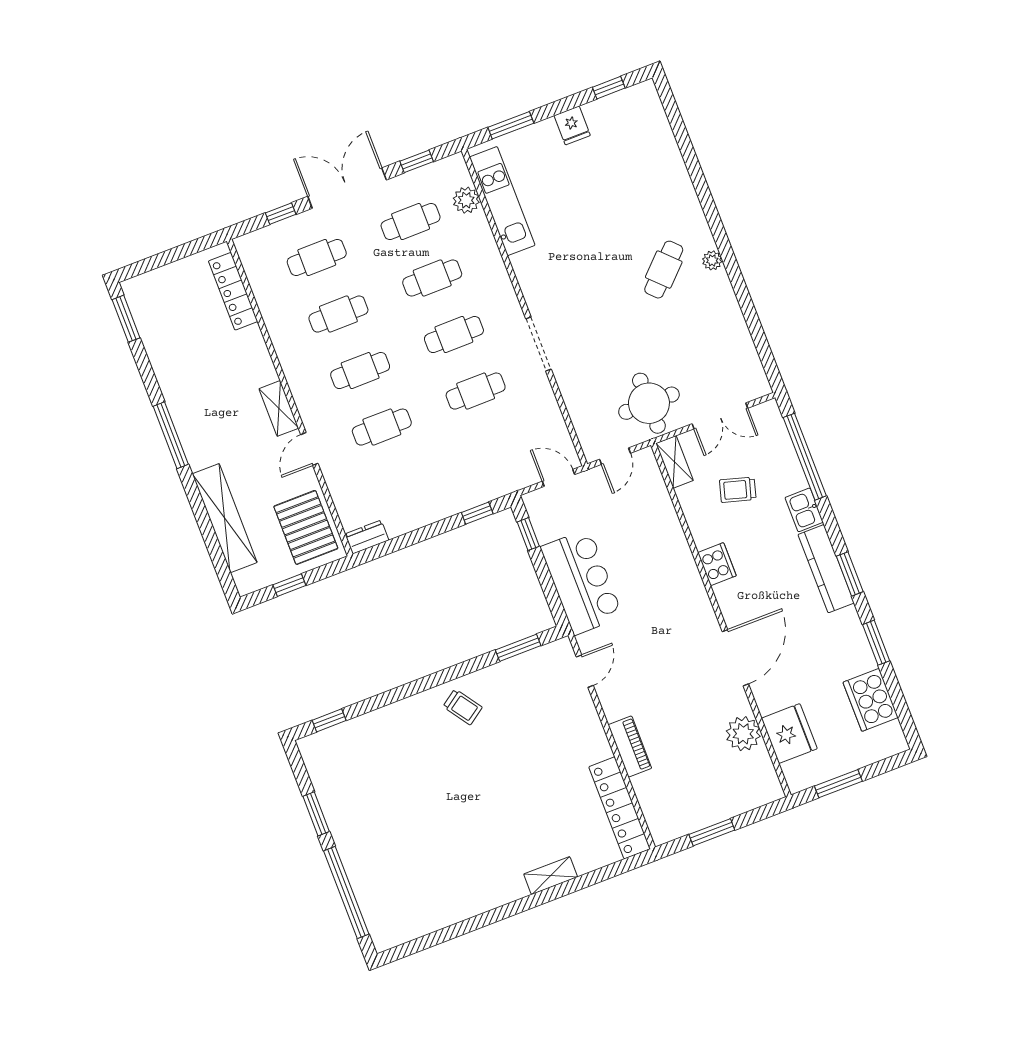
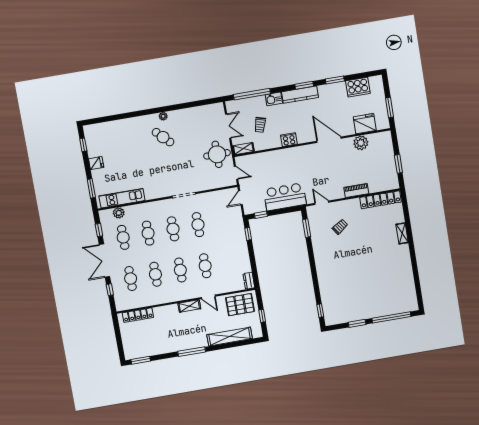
trolley: (463, 707) -> (340, 227), moved

